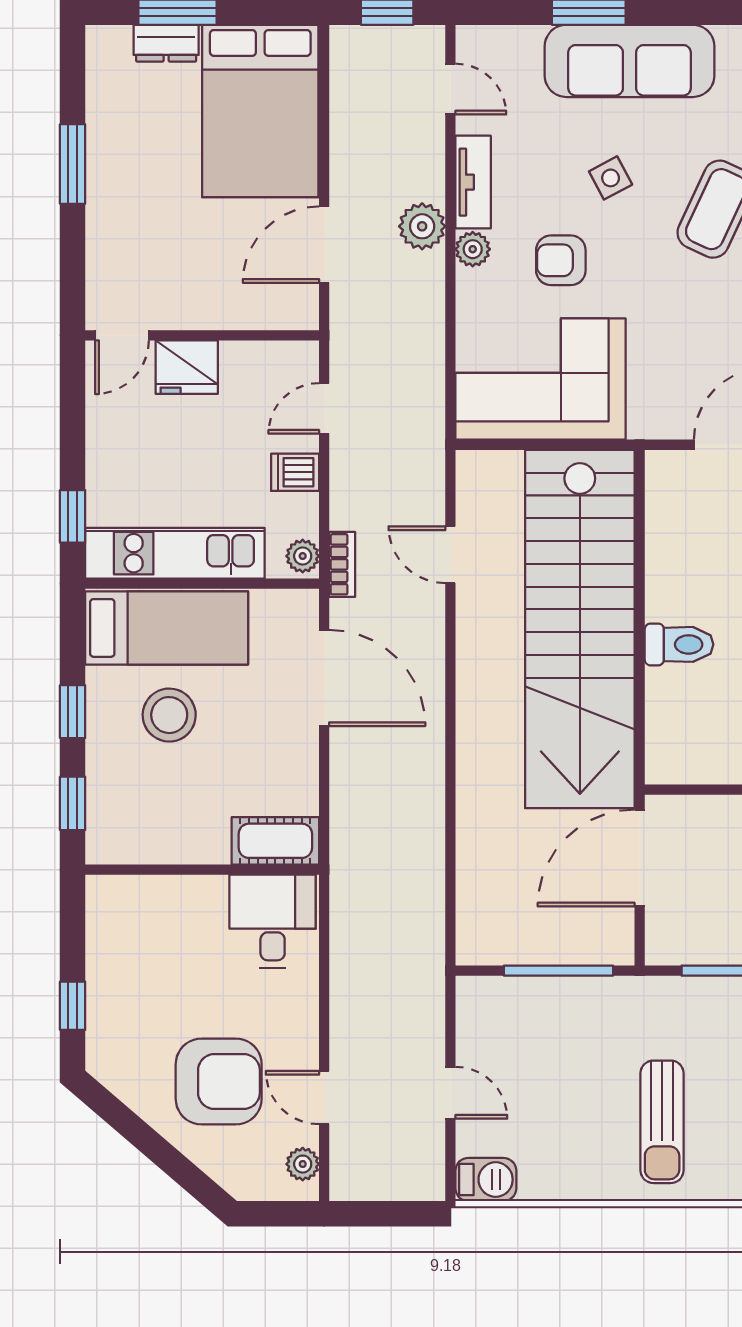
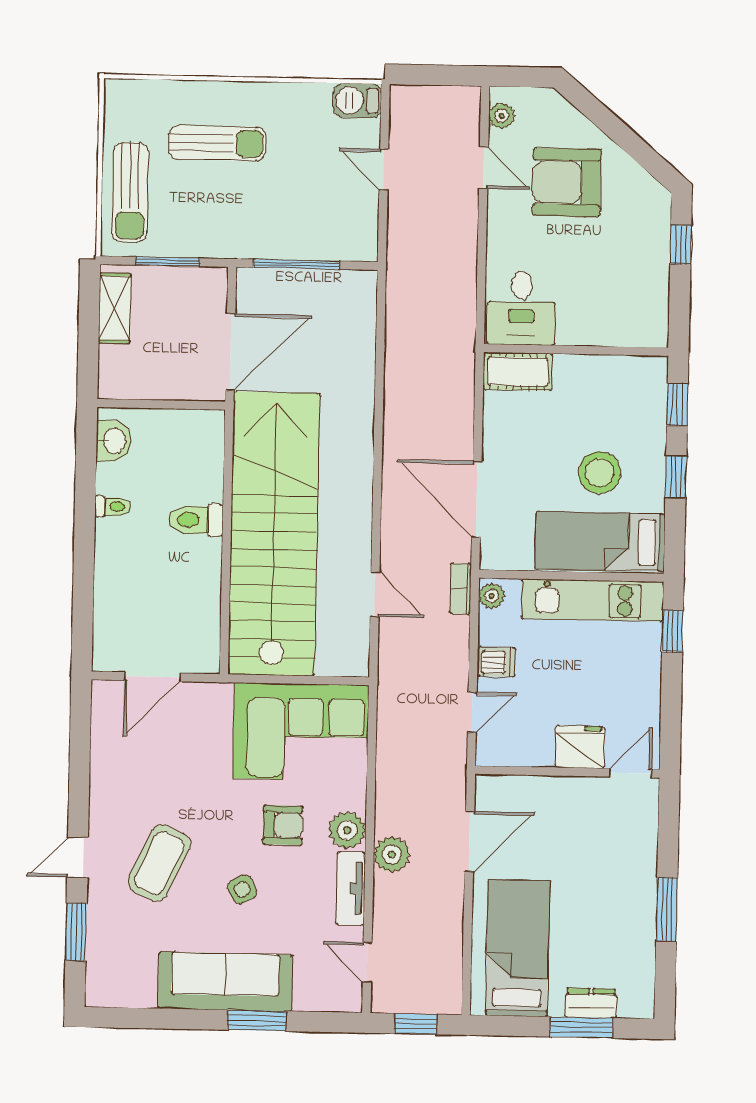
bed: (260, 111) -> (518, 948), width x0.67
plant: (473, 249) -> (347, 830), width x1.38, depth x1.38
sun lounger: (662, 1122) -> (217, 143), turned 90

